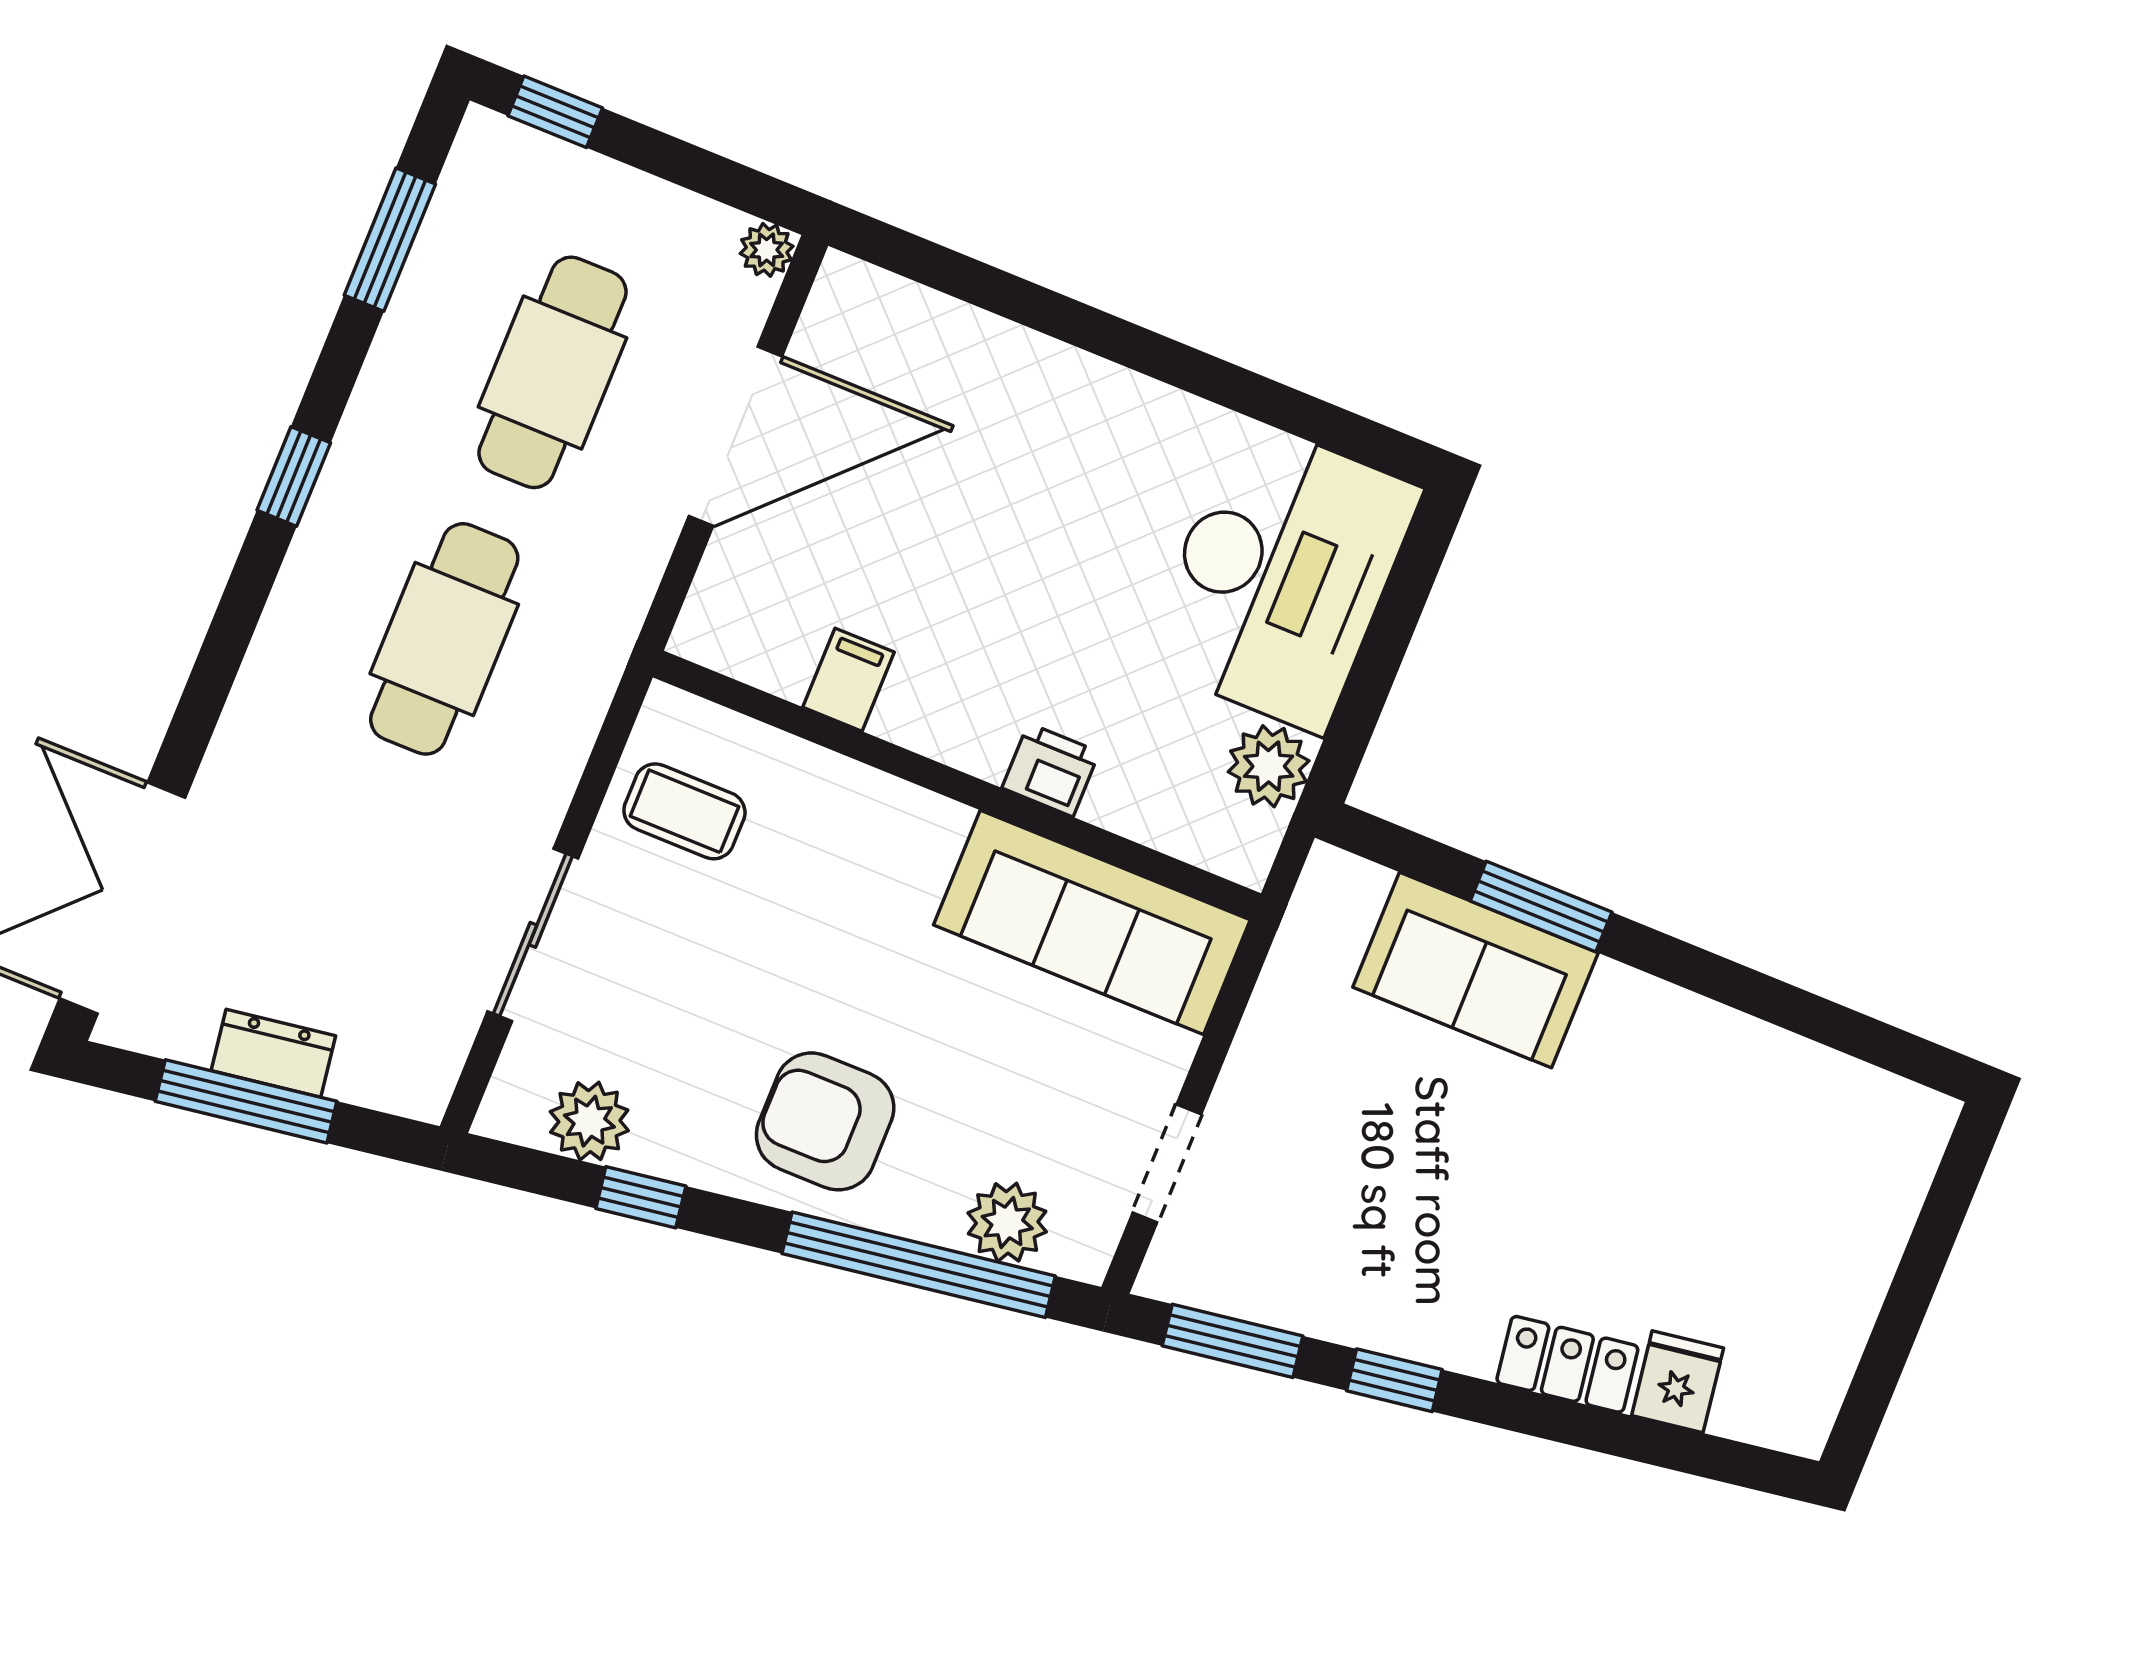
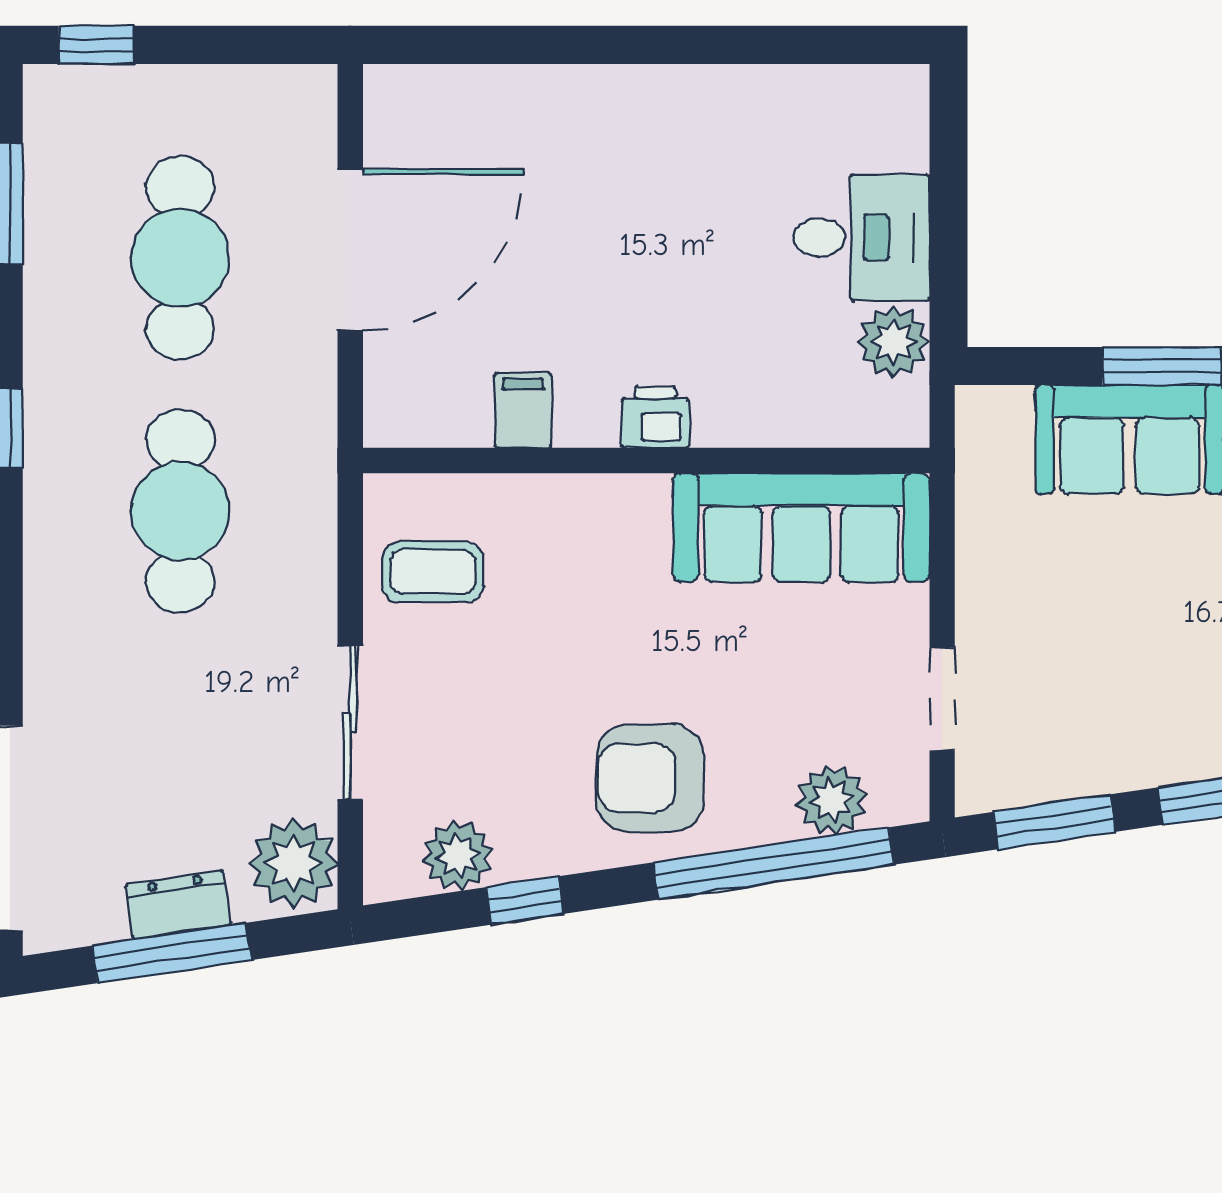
plant: (767, 250) -> (293, 863), moved, width x1.87, depth x1.87
desk: (1281, 576) -> (861, 238), width x0.53, depth x0.77
printer: (1051, 770) -> (655, 417), moved

